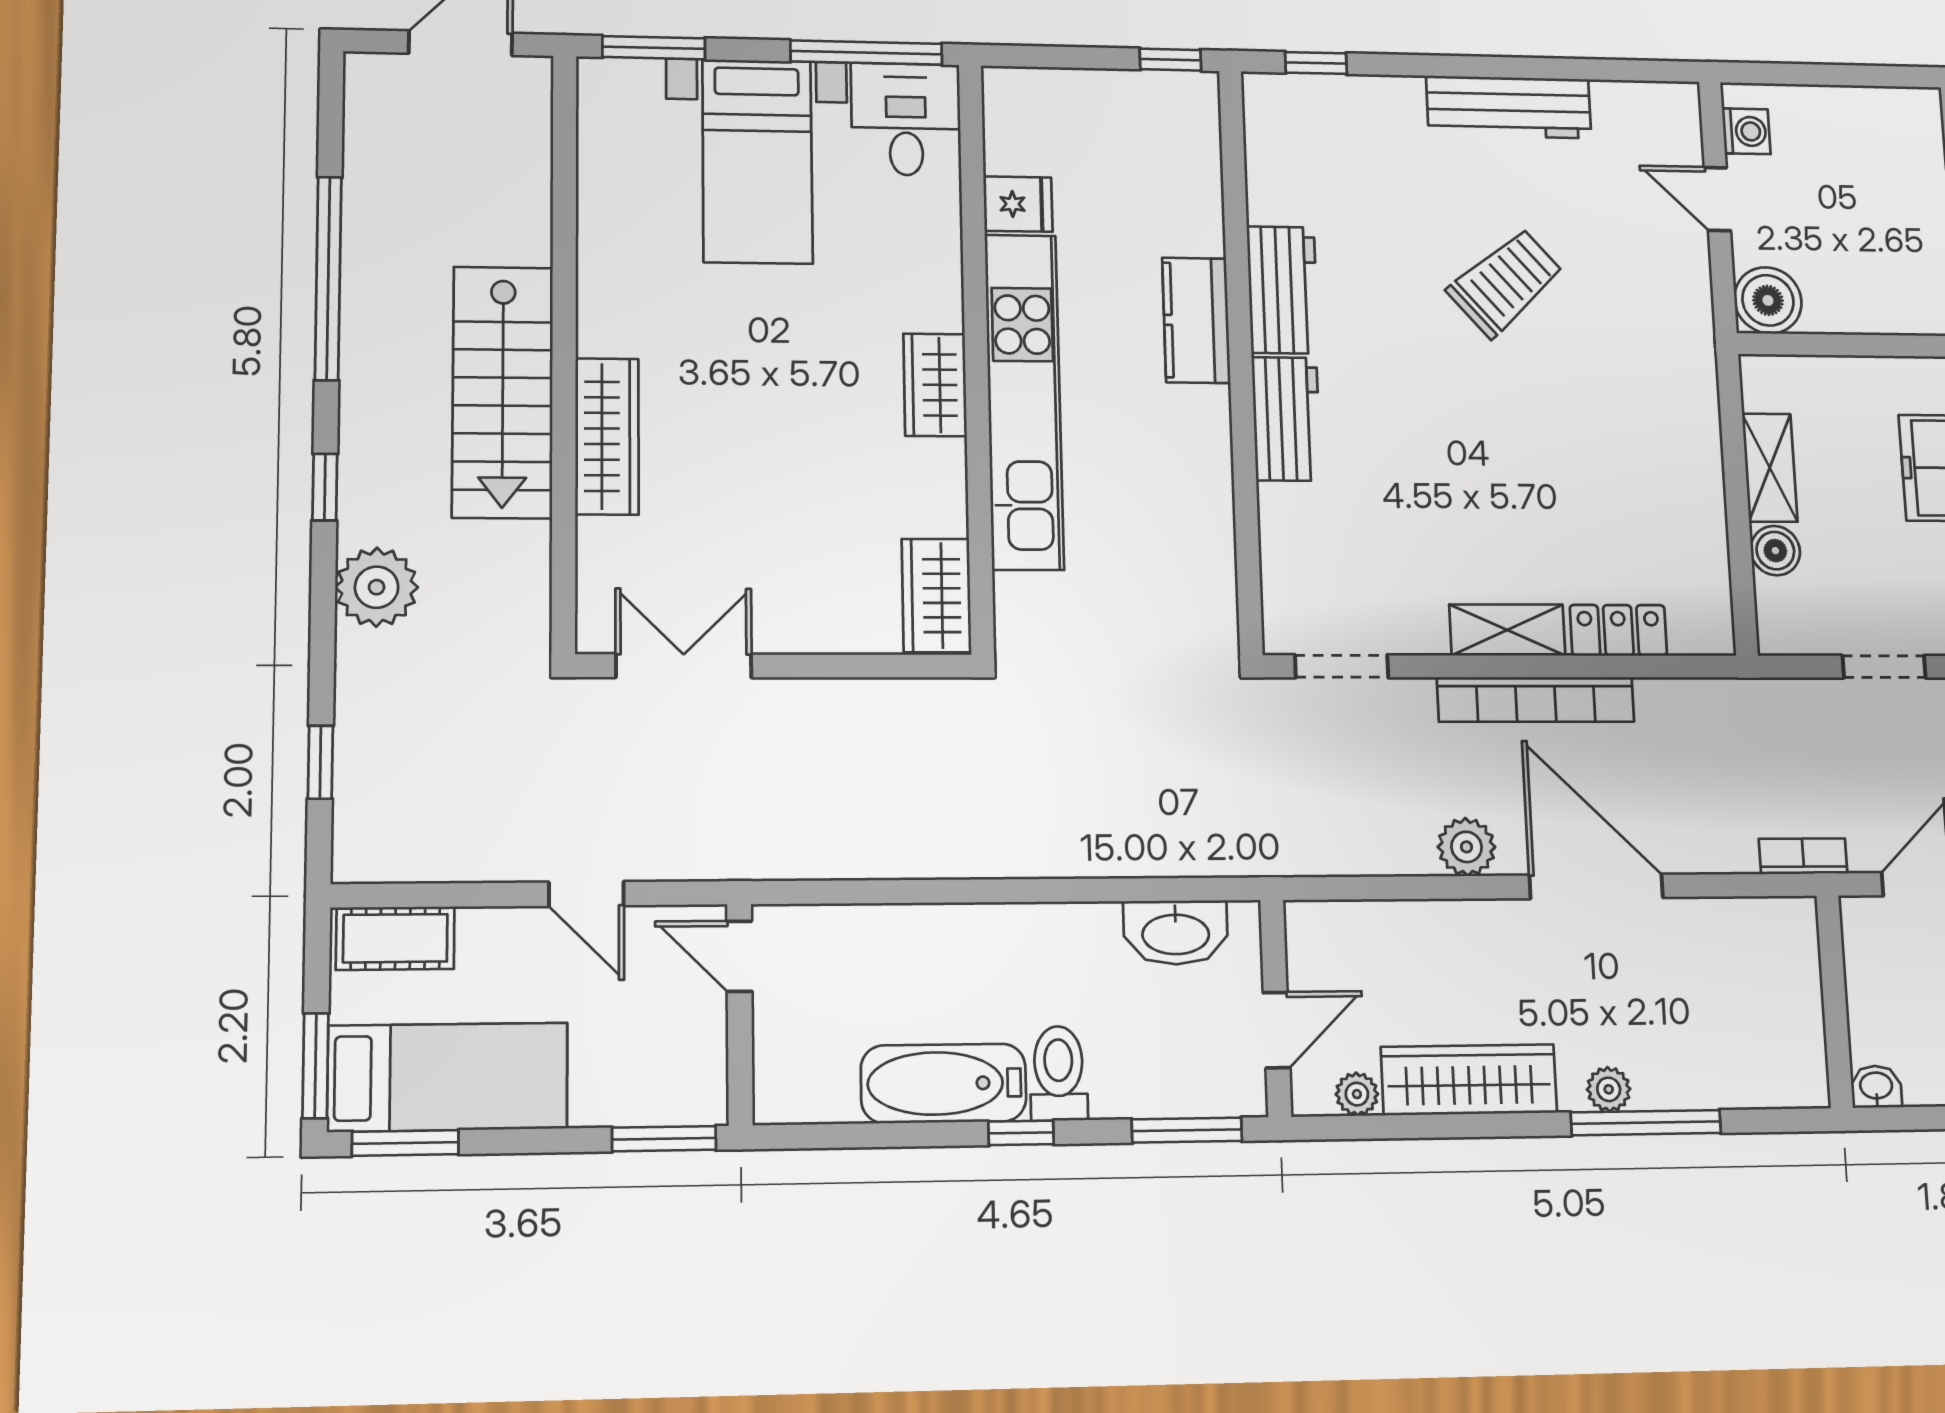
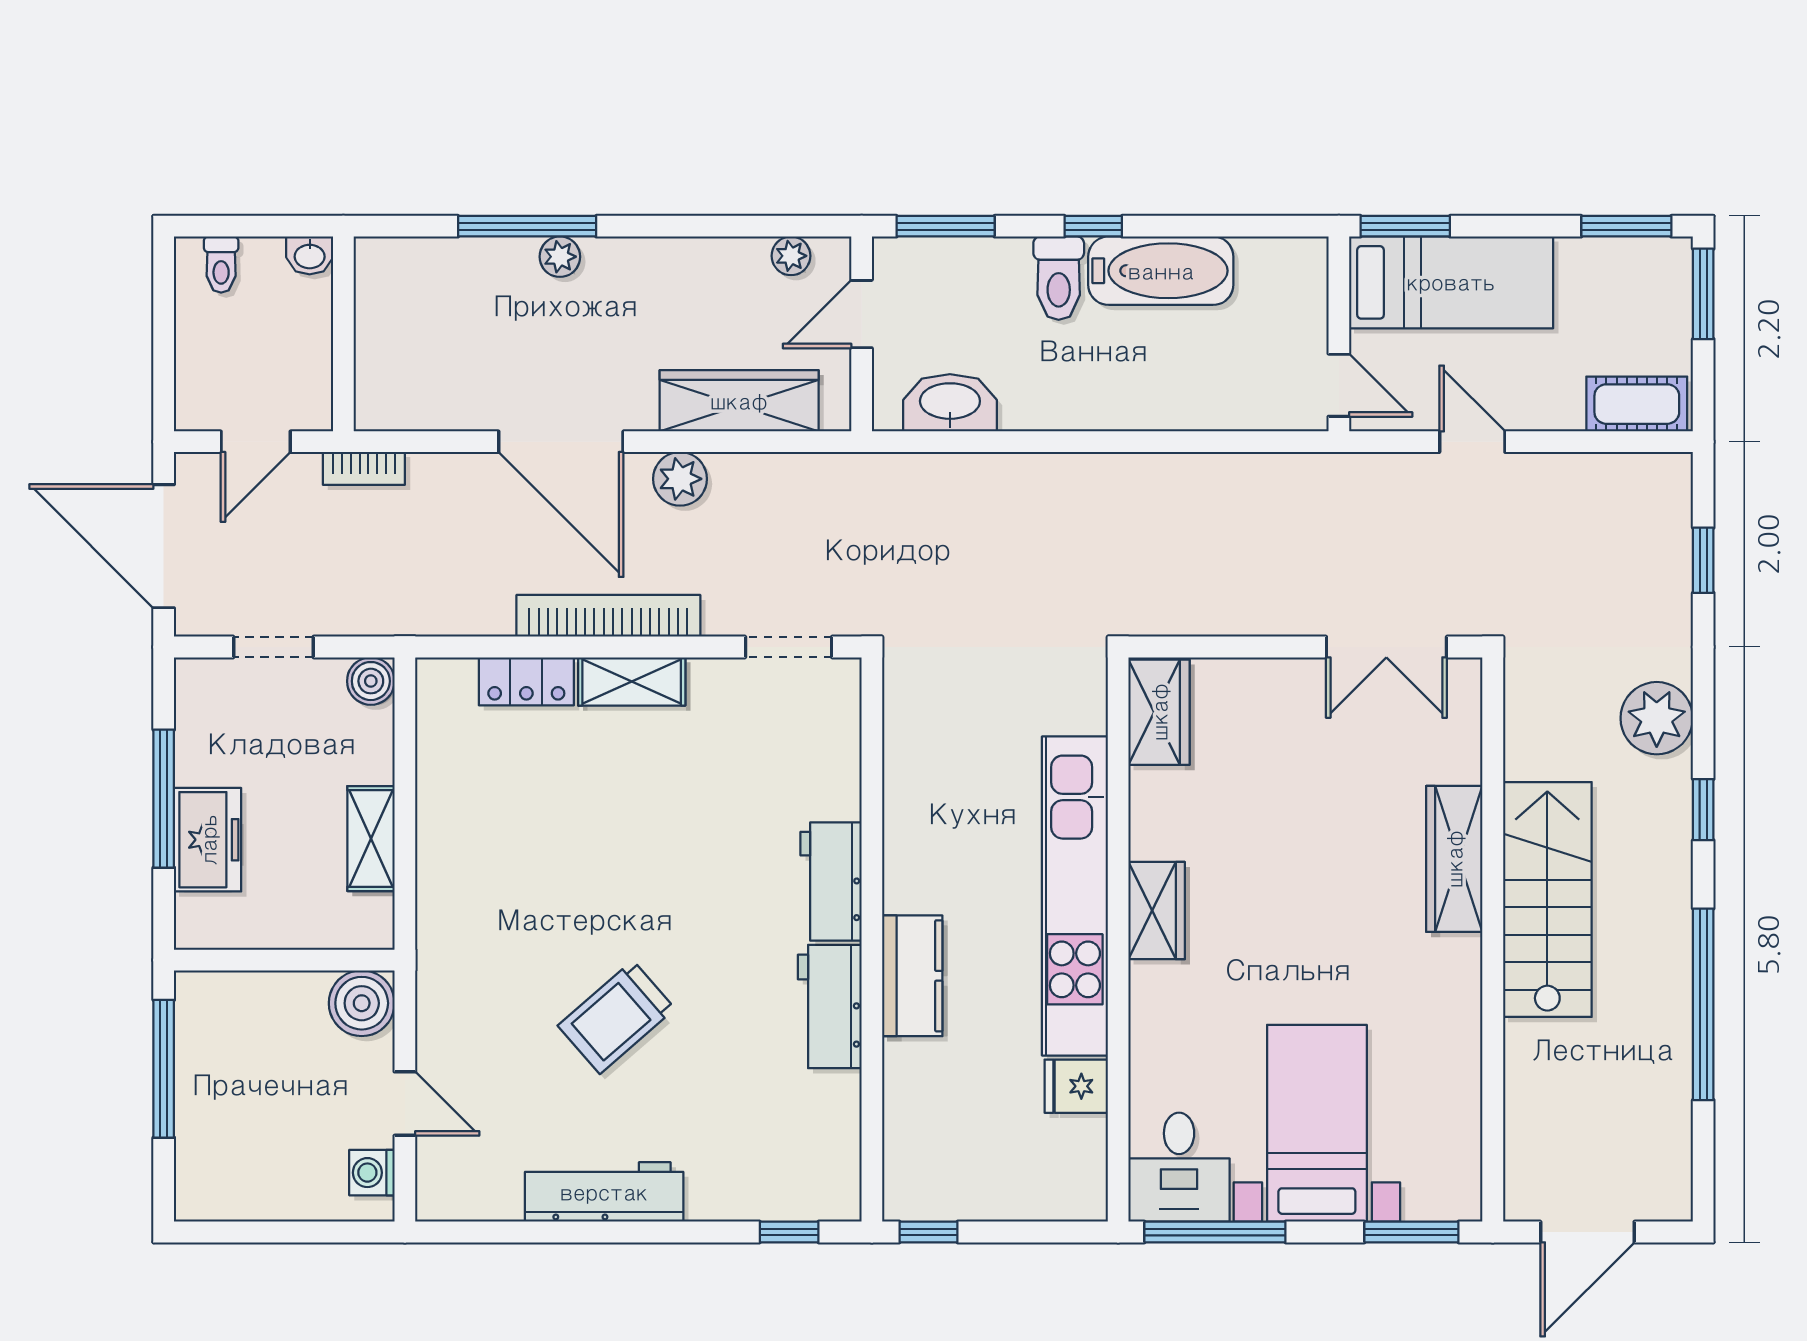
boiler: (1775, 551) -> (371, 681), moved
bed: (448, 1077) -> (1451, 282), moved, turned 180
wardrobe: (1469, 1080) -> (739, 401), moved, turned 180

